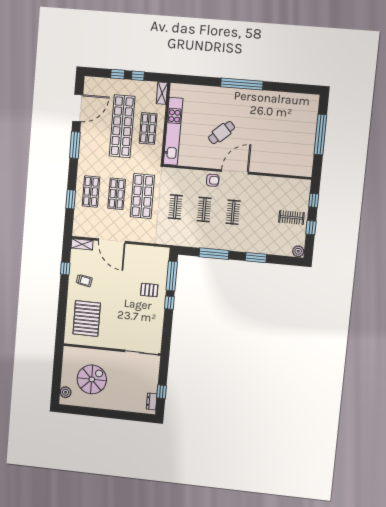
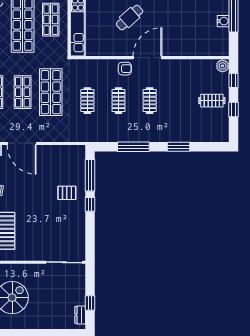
water cooler: (309, 143) -> (223, 21), added
plant: (298, 251) -> (223, 66), moved

